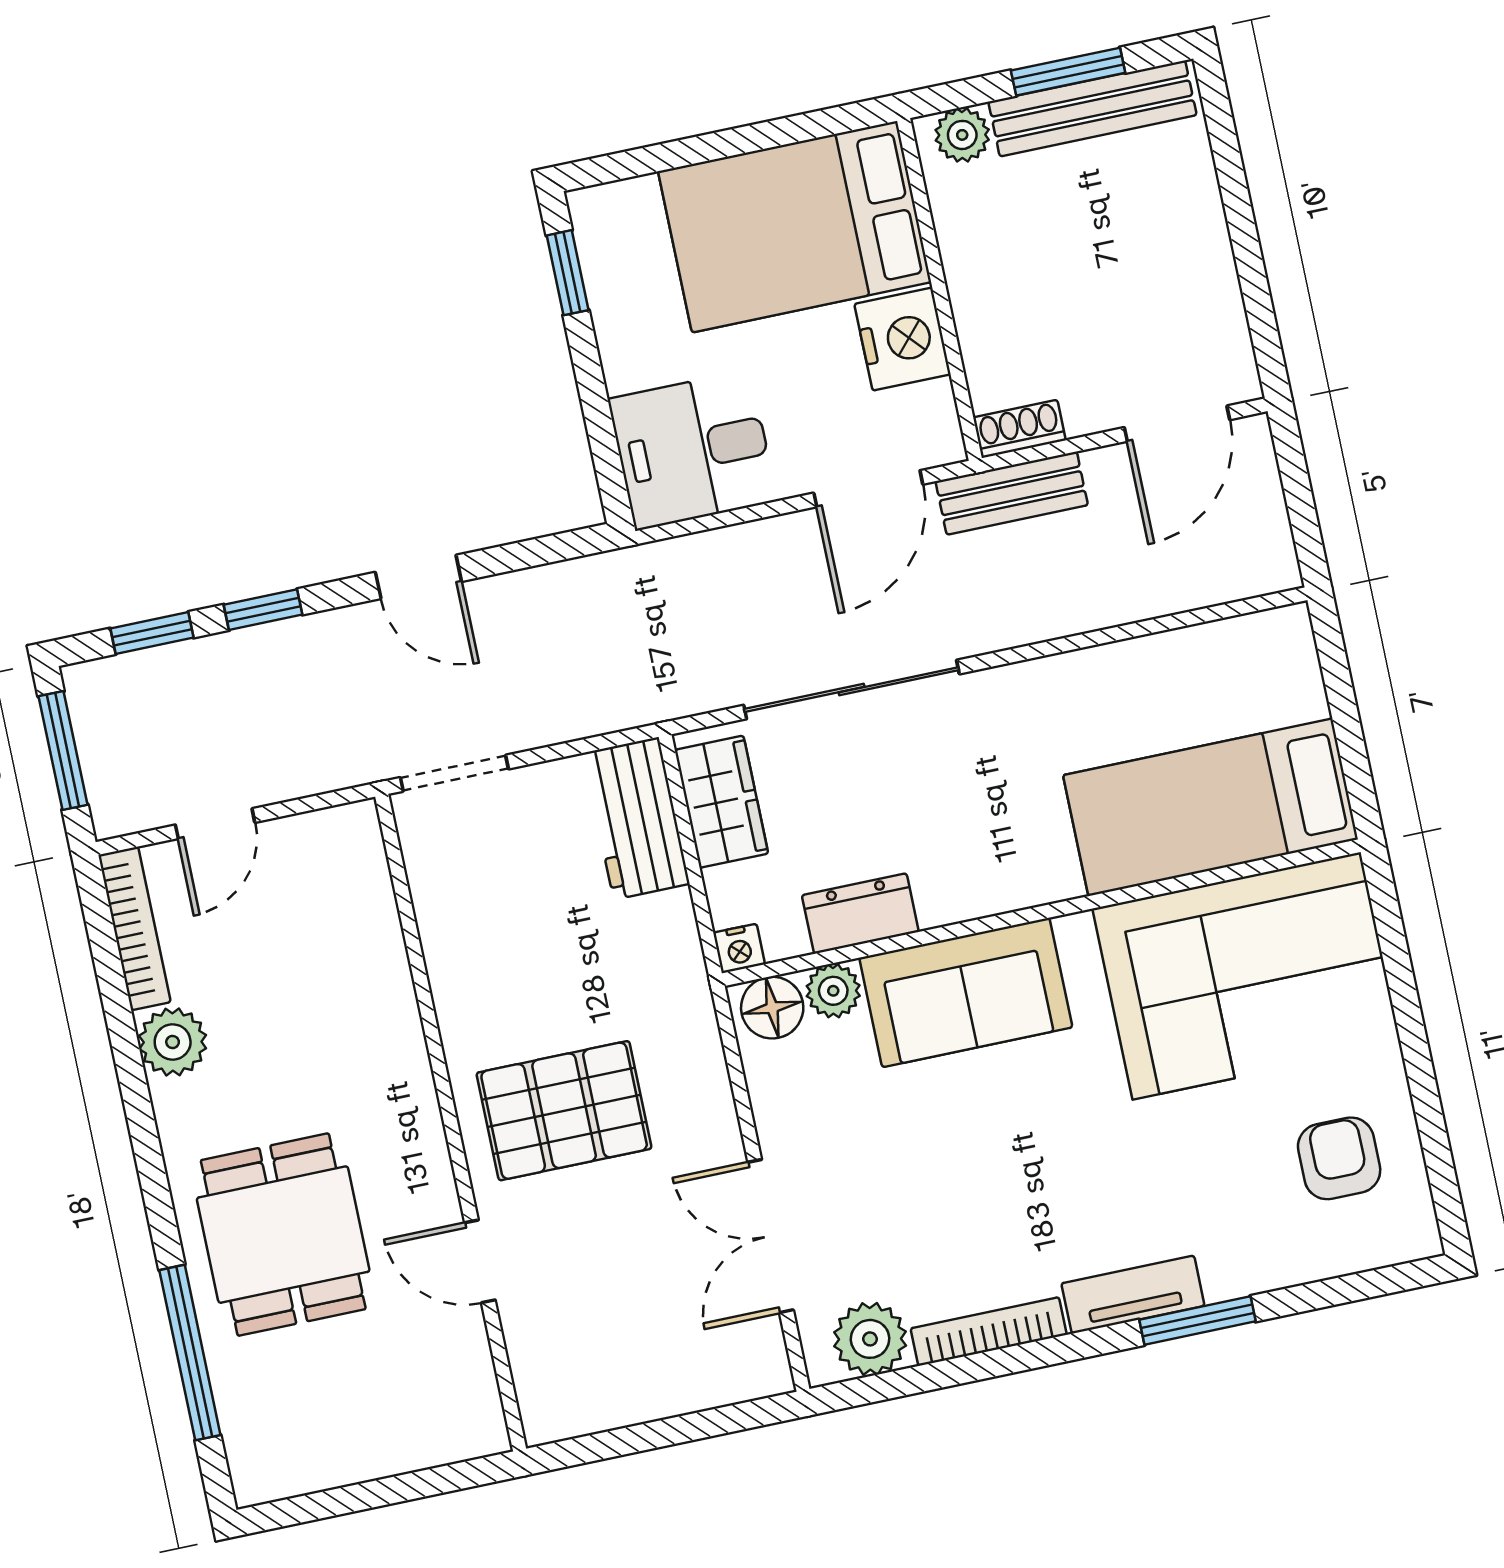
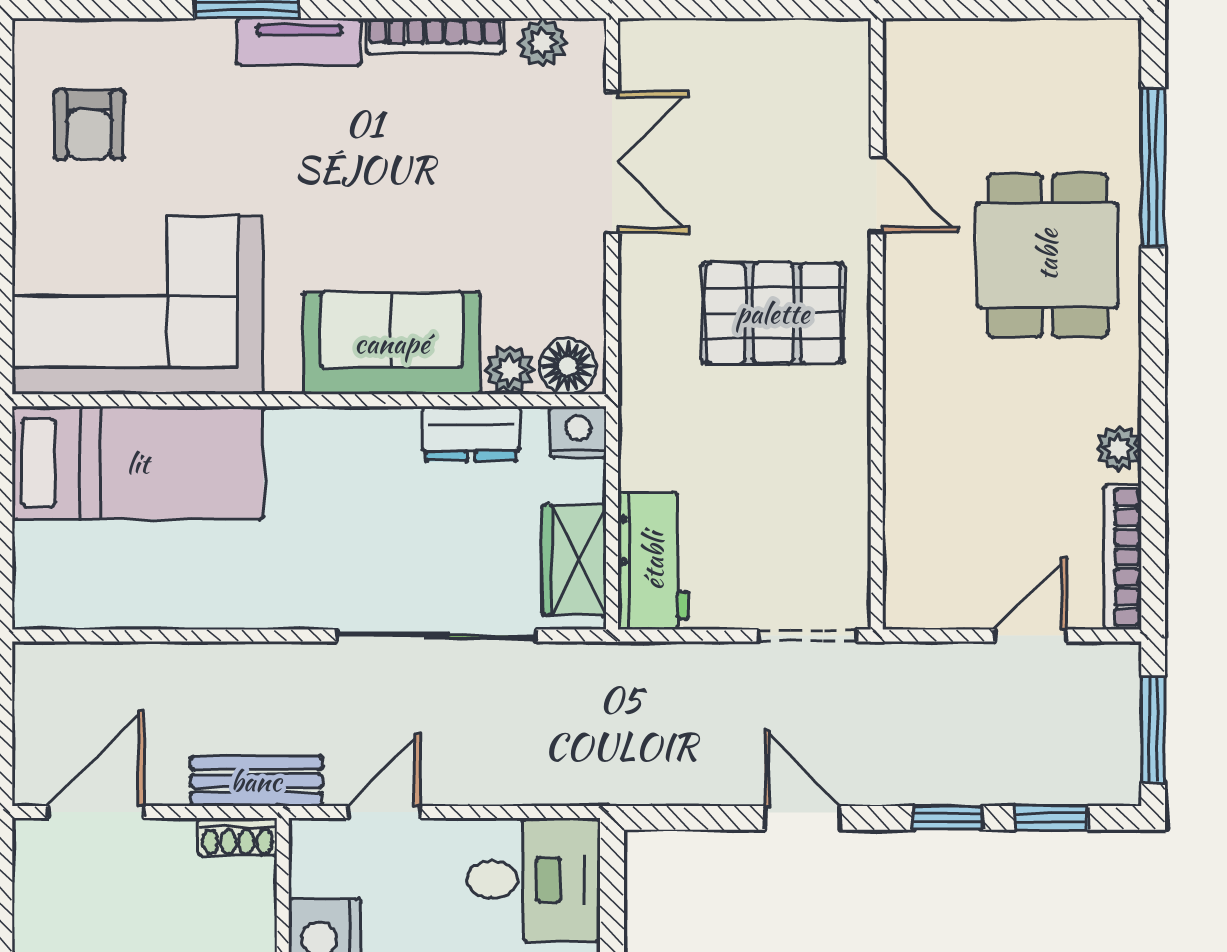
door: (868, 489) -> (384, 812), width x0.73
nightstand: (739, 948) -> (578, 432), width x1.39, depth x1.35
plant: (173, 1042) -> (1119, 448), width x0.73, depth x0.73
plant: (870, 1339) -> (542, 42), width x0.73, depth x0.73

